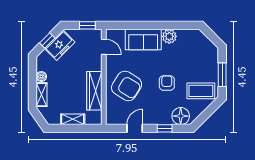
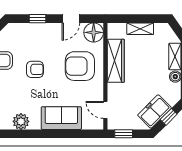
plant: (169, 36) -> (21, 121), moved
armchair: (167, 83) -> (35, 69), turned -90
armchair: (127, 86) -> (80, 66), turned -32
floor lamp: (181, 116) -> (94, 32), moved

